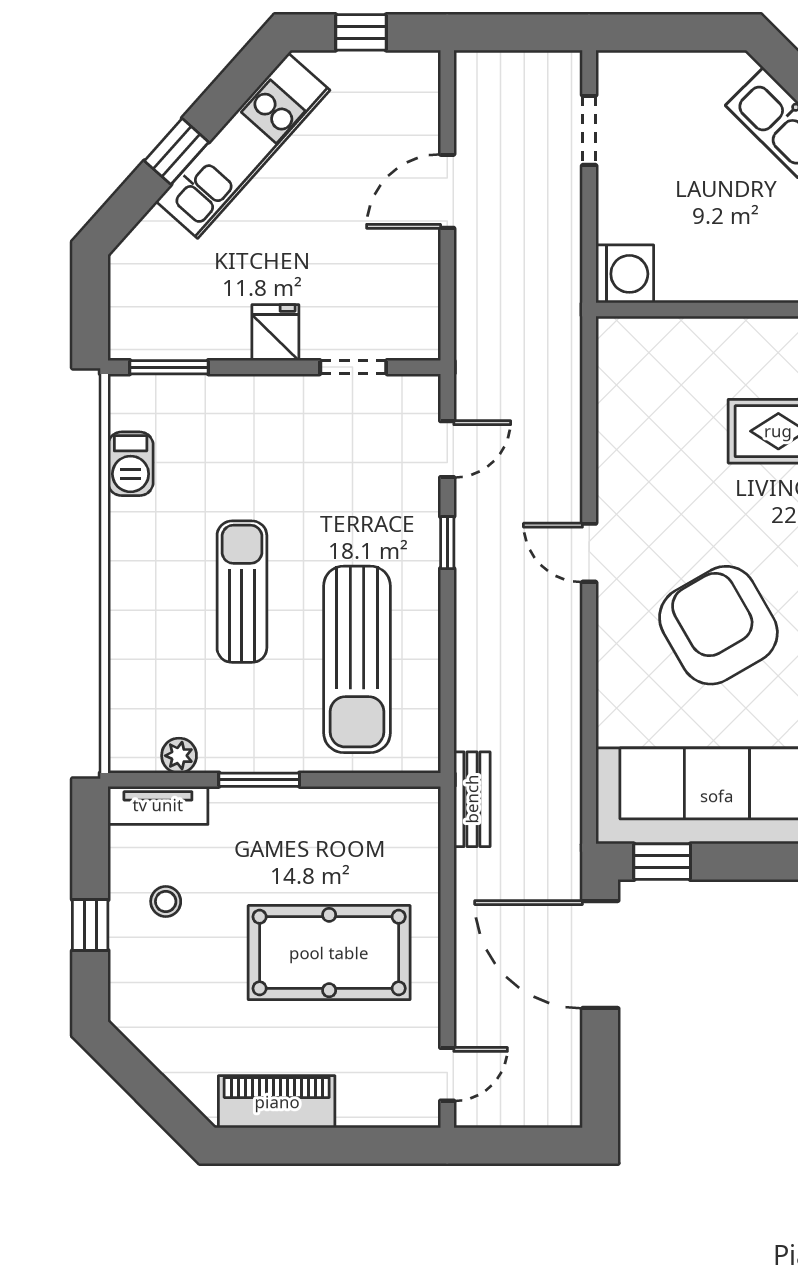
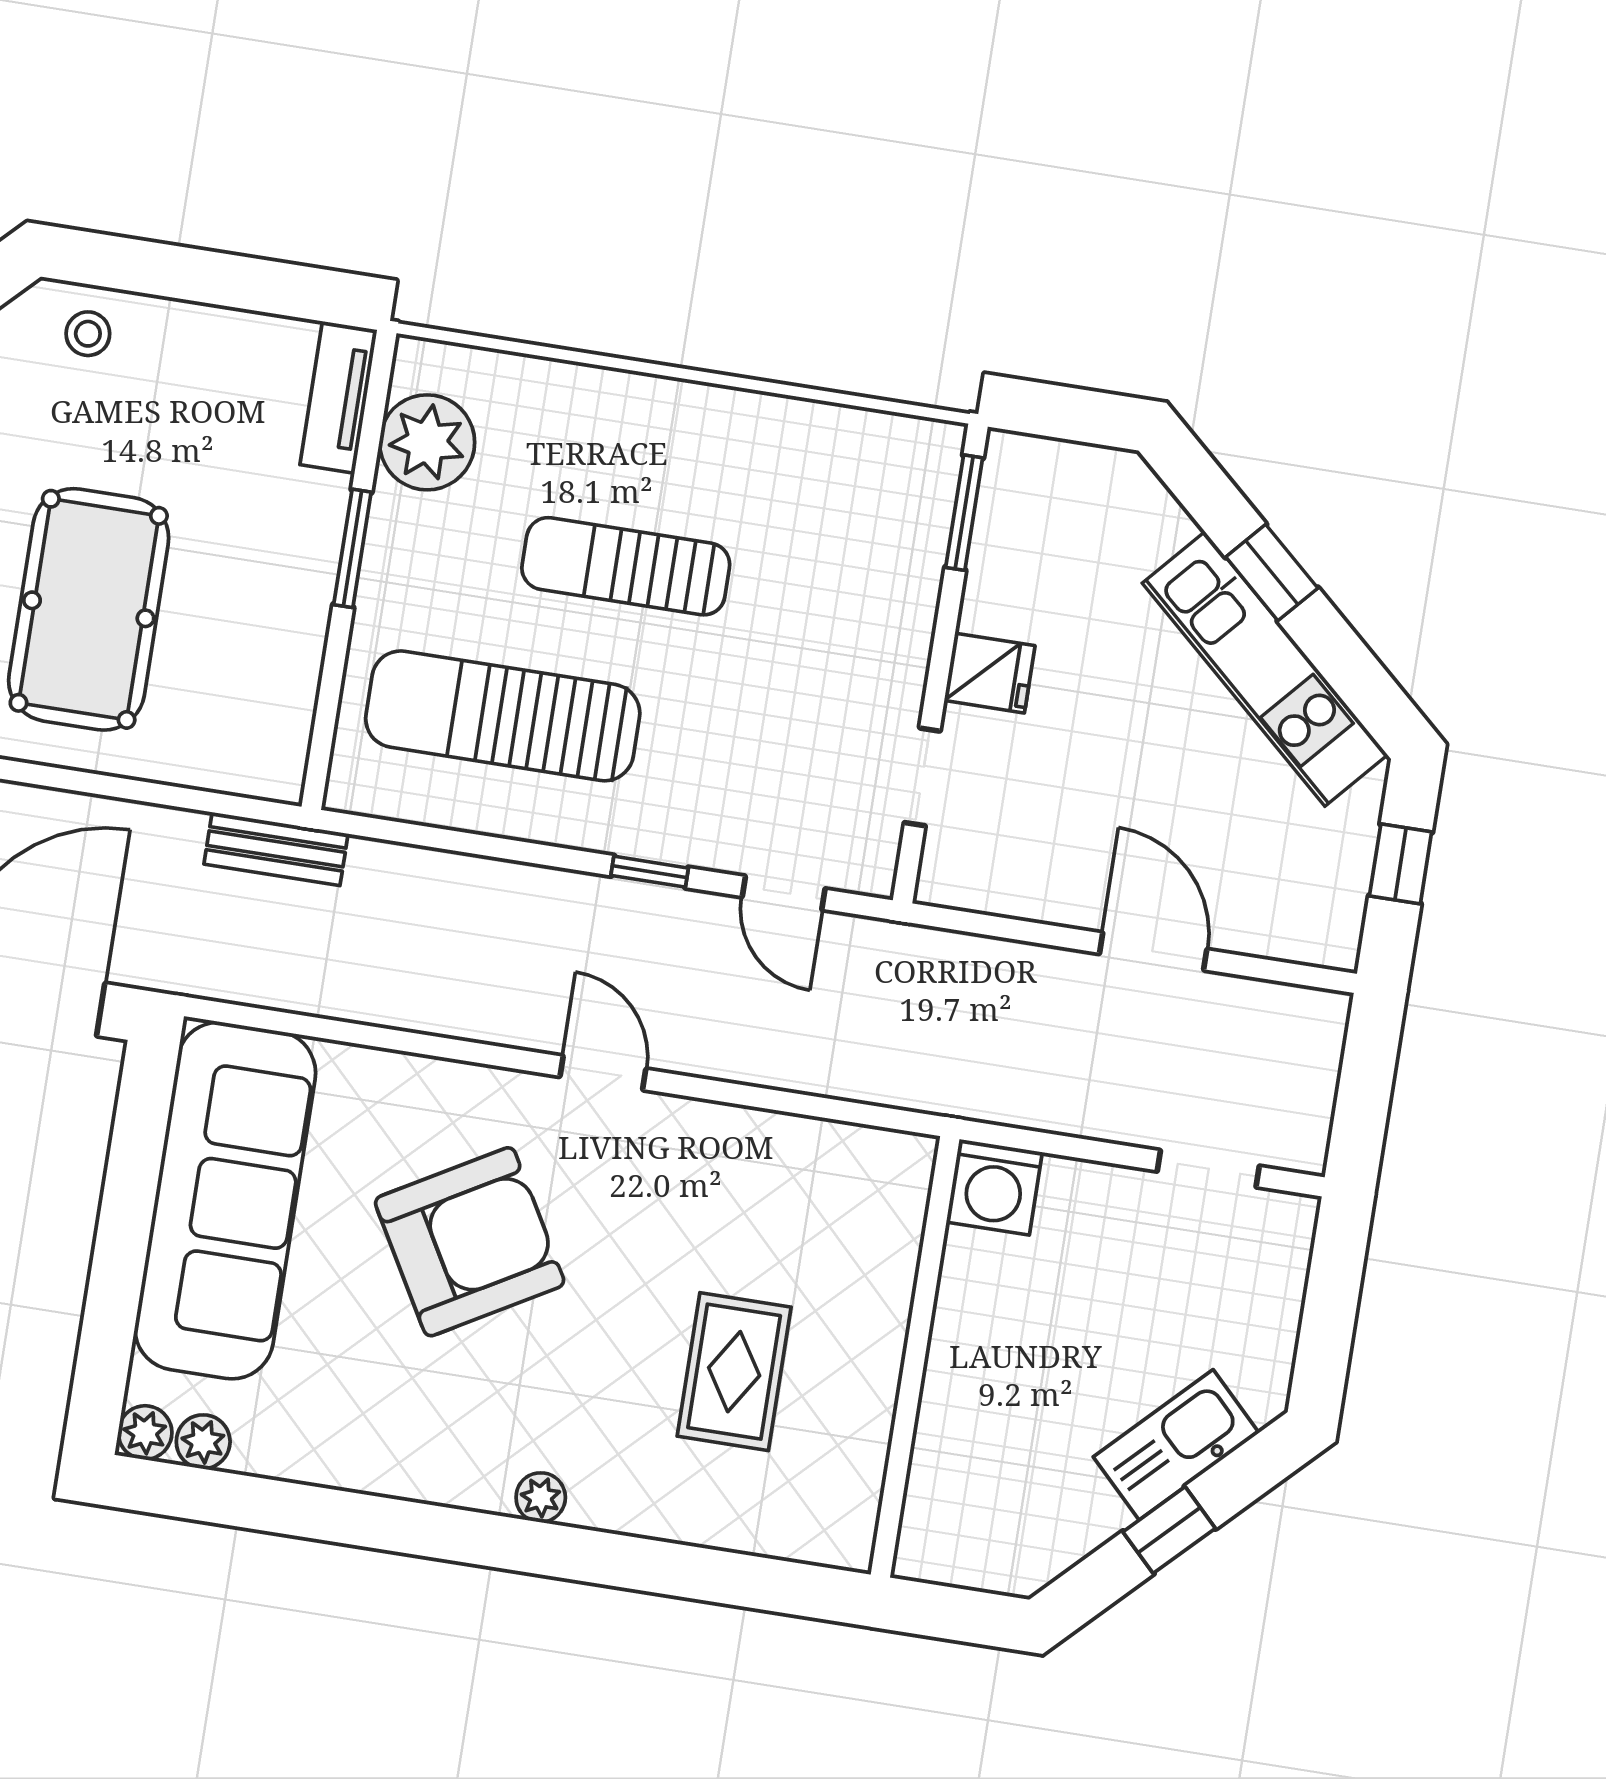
barbecue: (131, 464) -> (834, 436), removed
door: (589, 553) -> (603, 1073), hinge flipped
sun lounger: (242, 592) -> (626, 566), turned 180
plant: (179, 756) -> (427, 442), width x1.88, depth x1.88
window: (662, 862) -> (143, 1107), removed
stool: (166, 901) -> (88, 334), moved
window: (90, 925) -> (182, 273), removed

